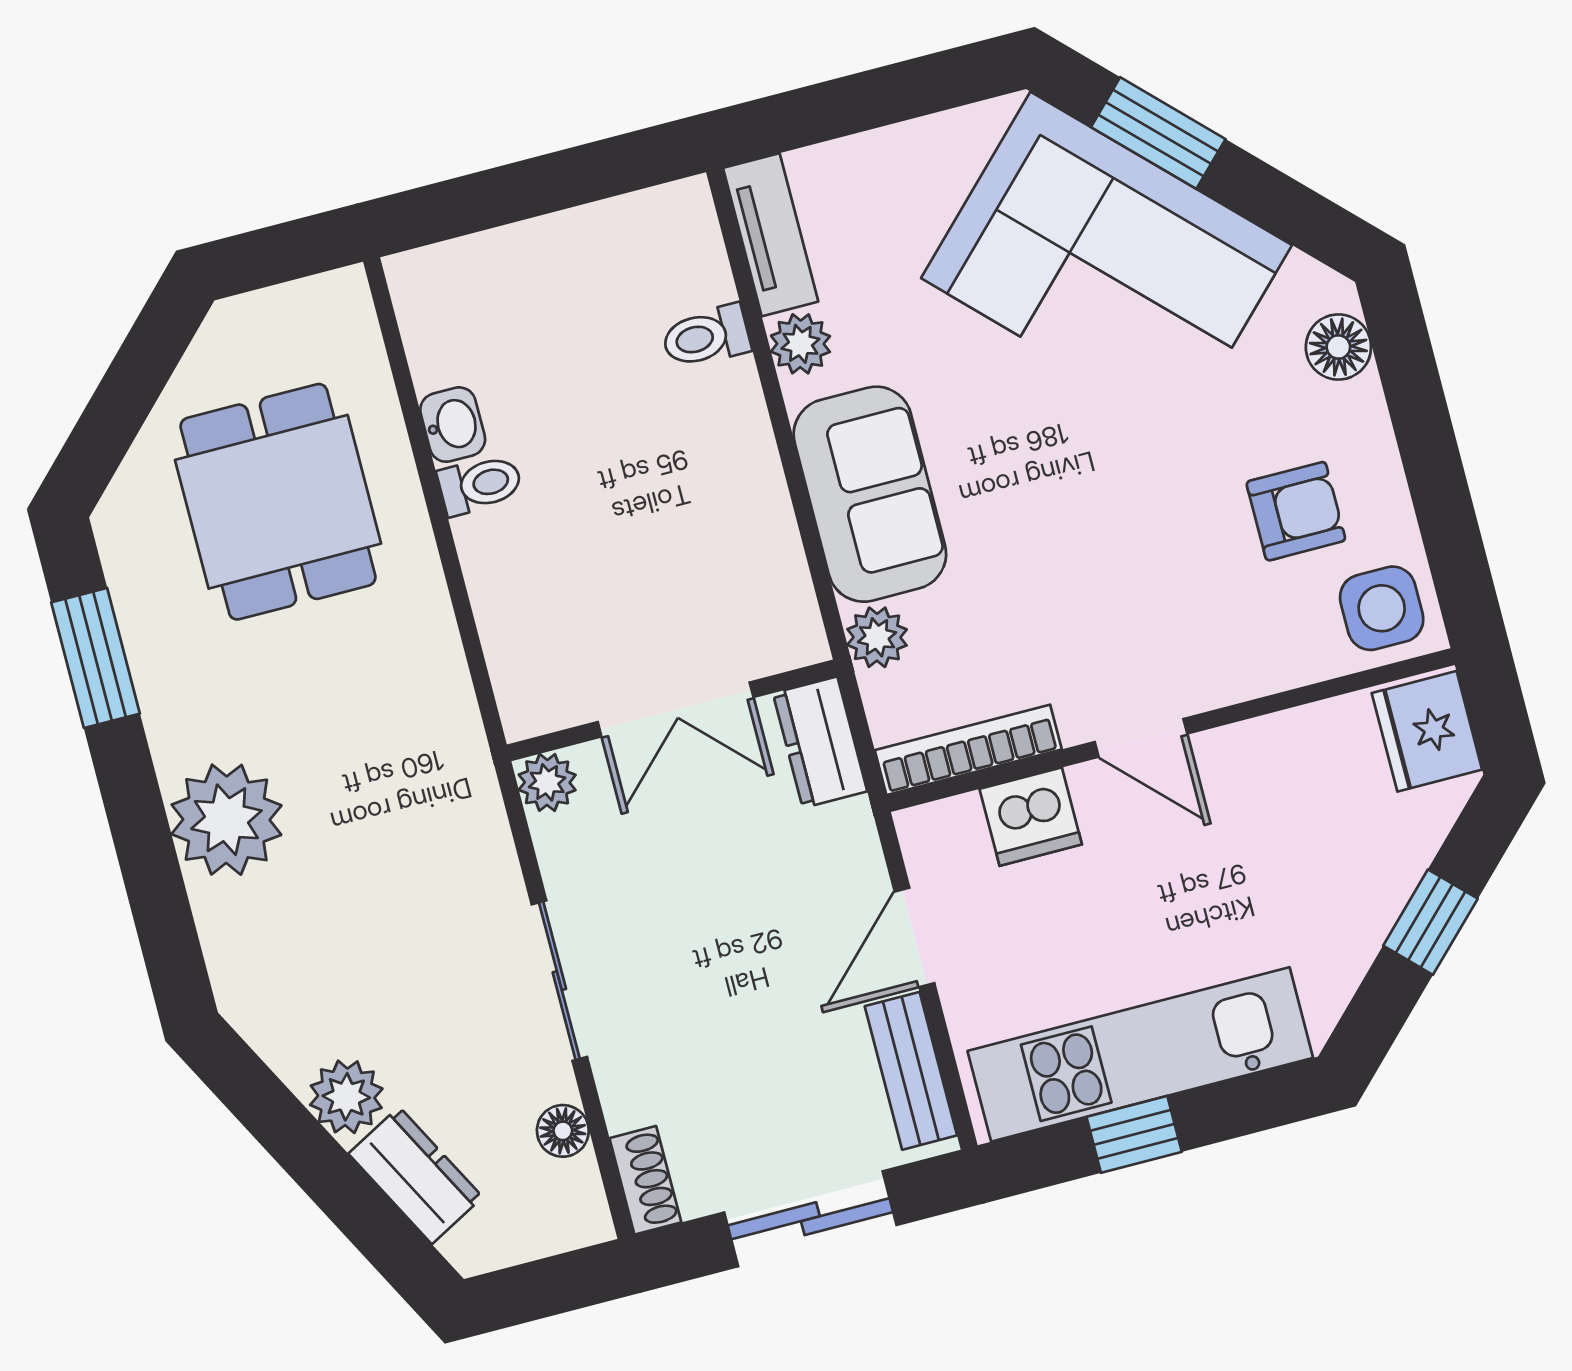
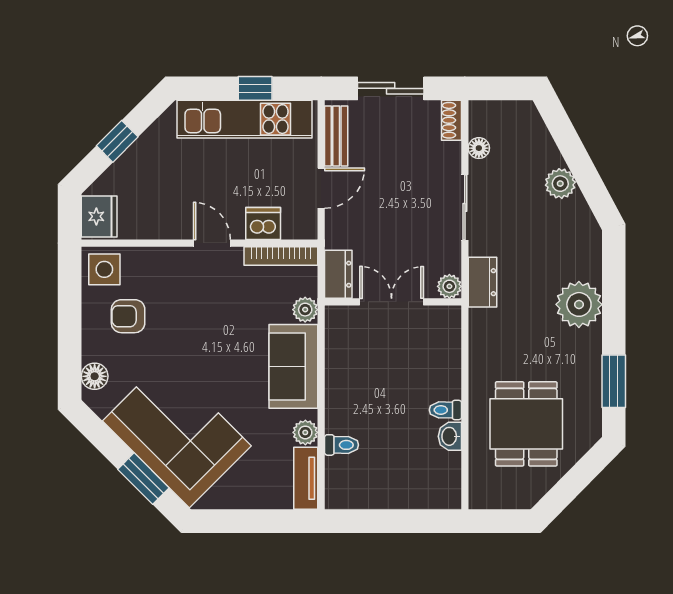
dresser: (415, 1175) -> (482, 282), moved, turned -152

